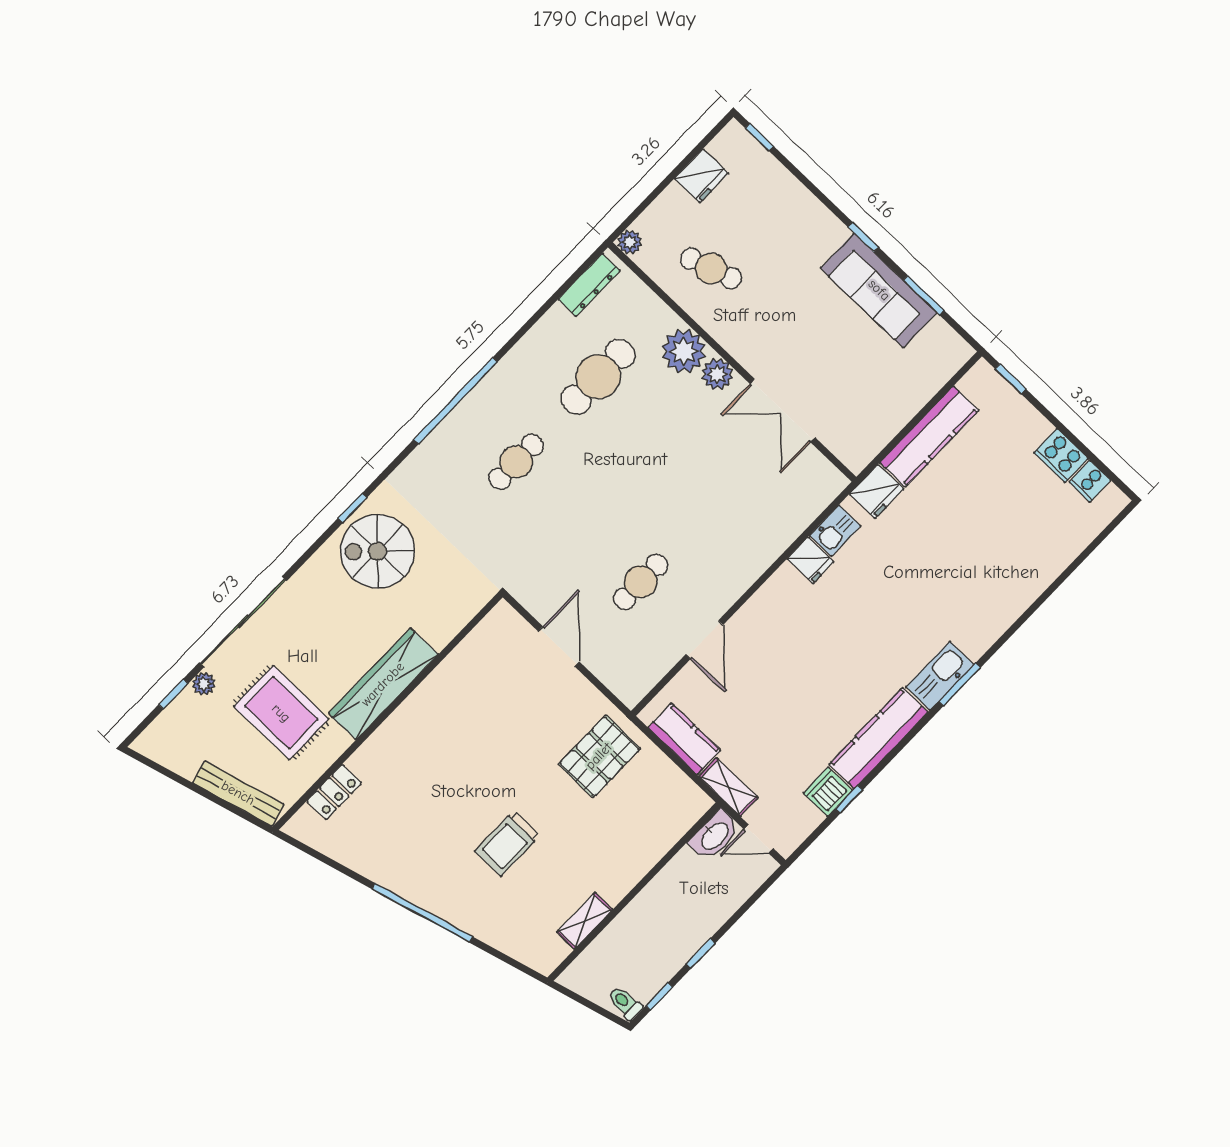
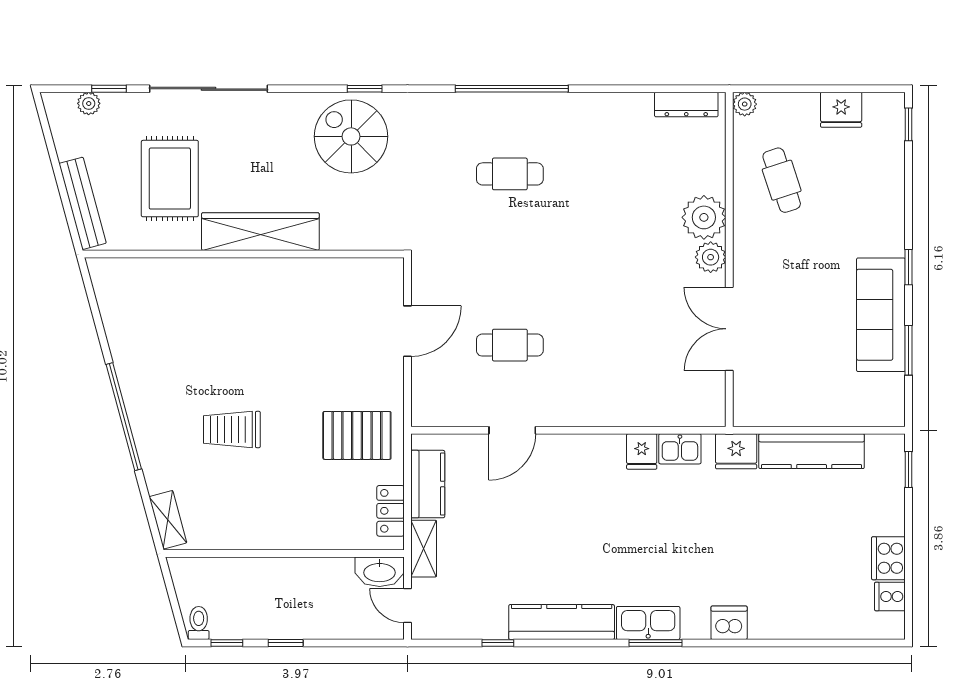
cafe table: (598, 377) -> (627, 174), removed
plant: (204, 684) -> (89, 103), moved
locker: (334, 792) -> (391, 511), moved, turned 90
dishwasher: (828, 792) -> (729, 623), moved
shelving: (585, 921) -> (168, 520), moved, turned 75

